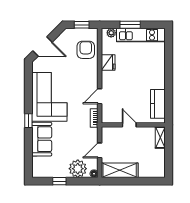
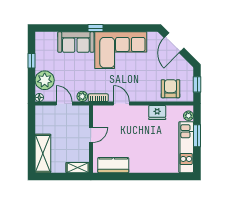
armchair: (86, 50) -> (170, 89), turned -90
plant: (93, 133) -> (82, 96), added
shelving: (120, 170) -> (43, 153), moved

